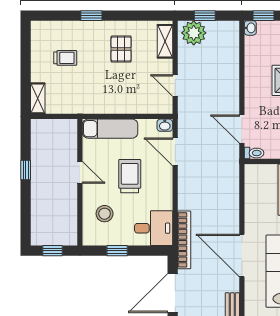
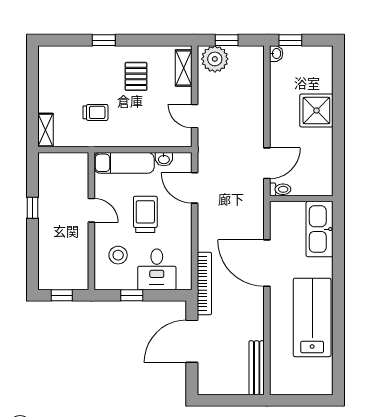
trolley: (65, 58) -> (95, 112), moved
washbasin: (165, 125) -> (164, 159), moved
door: (242, 129) -> (267, 163), swing flipped
desk: (154, 228) -> (157, 269), moved, turned 90
door: (242, 256) -> (267, 263), moved

